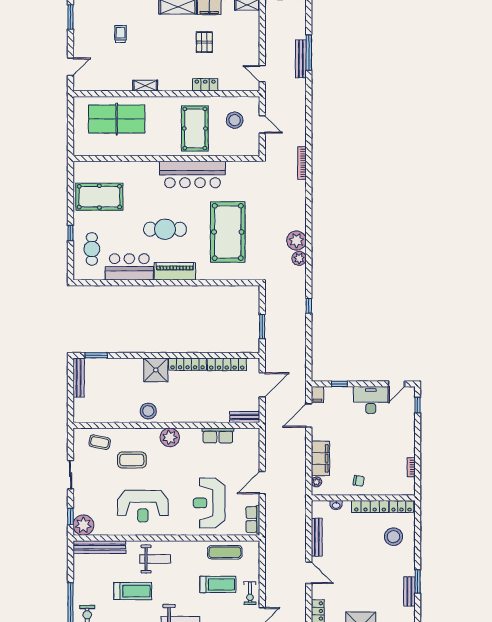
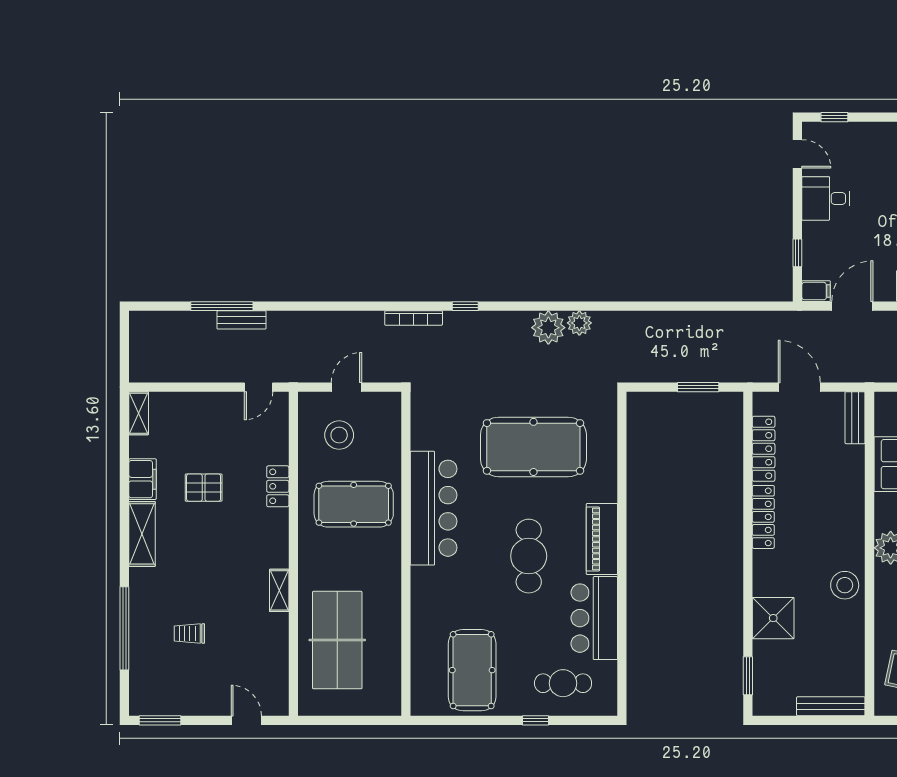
bench: (301, 59) -> (242, 320), width x0.73
window: (309, 306) -> (465, 306), moved
shower: (156, 370) -> (773, 618), moved
bench: (79, 378) -> (831, 706), moved
desk: (371, 400) -> (826, 199), width x0.73
door: (309, 415) -> (852, 306), swing flipped

